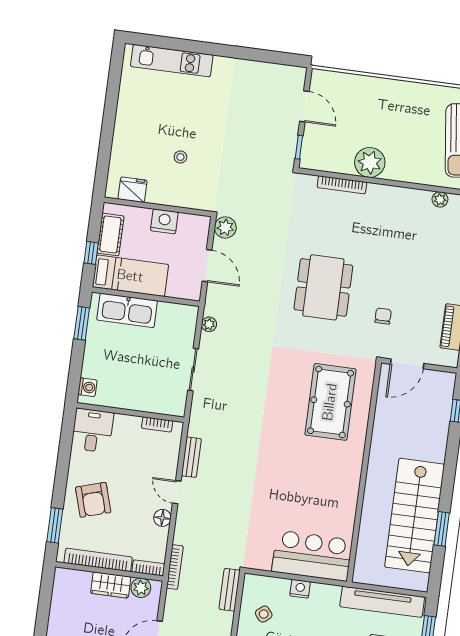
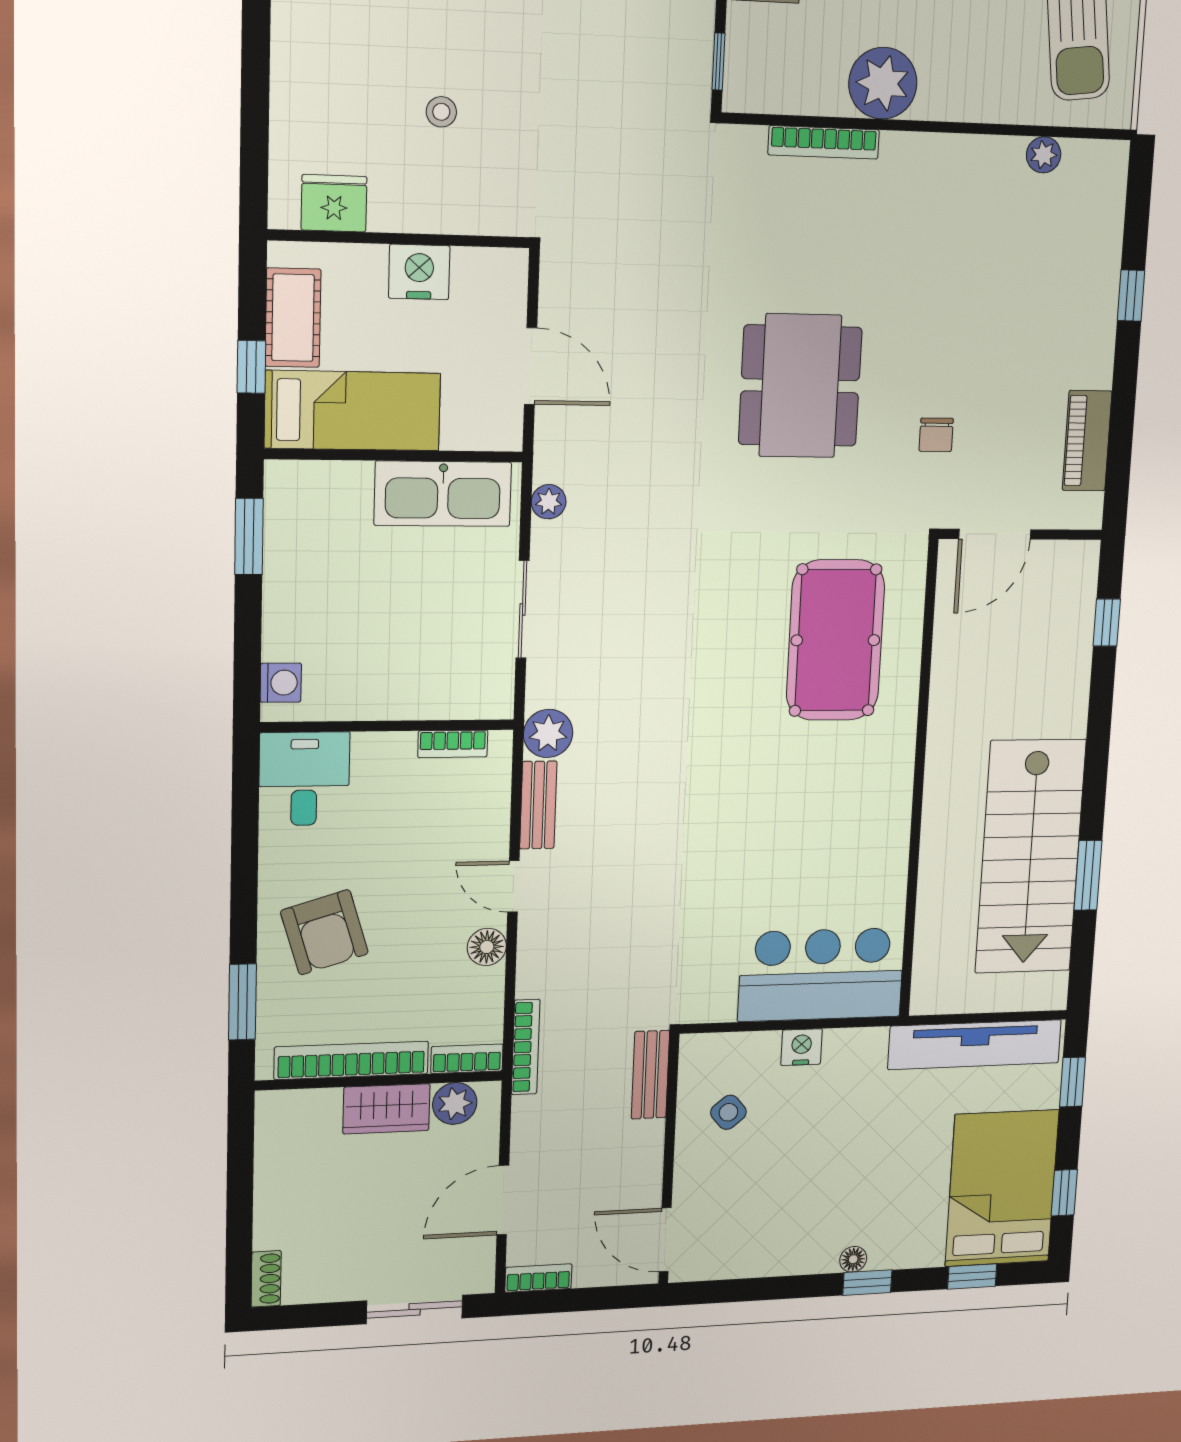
plant: (225, 227) -> (548, 733), moved
kitchen sink: (127, 310) -> (443, 494), moved
chair: (383, 316) -> (936, 435), turned 180

